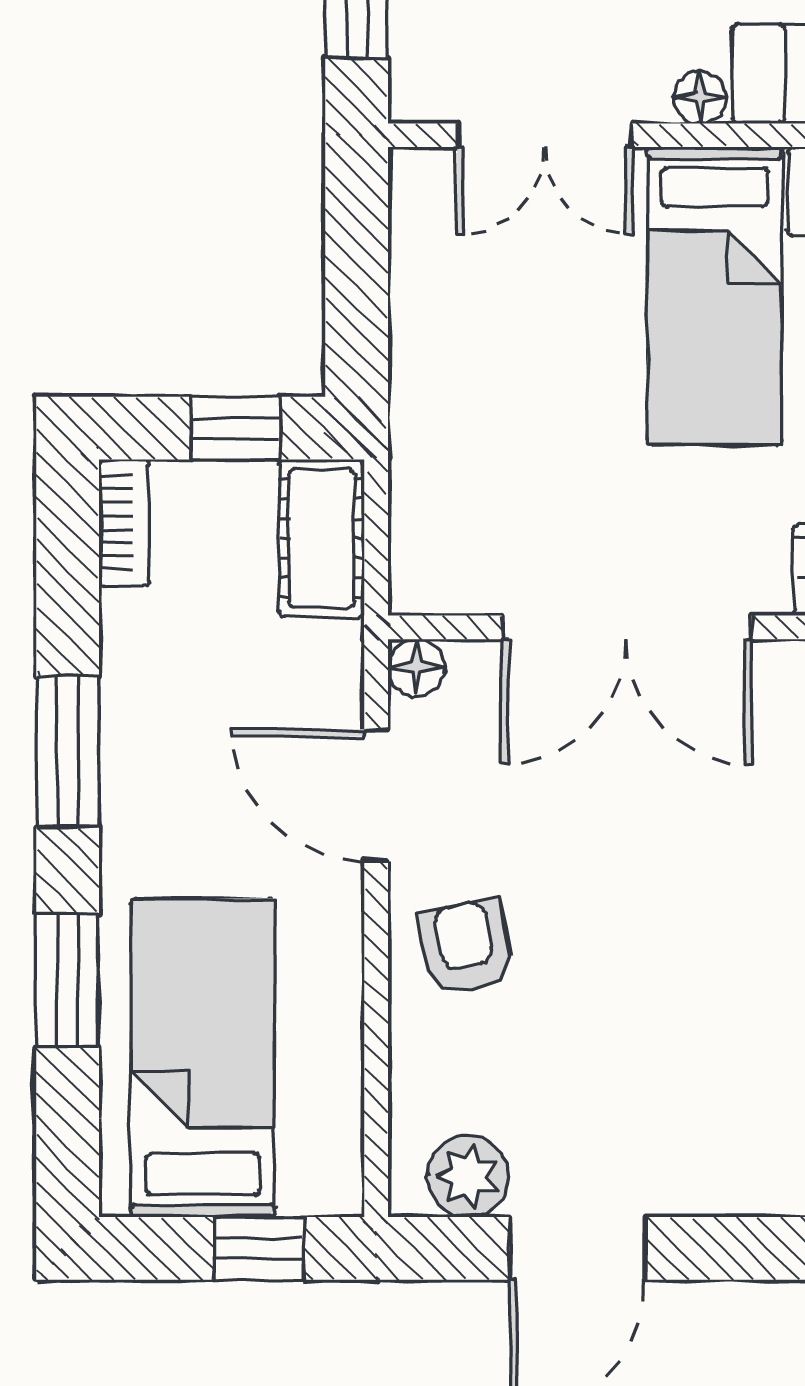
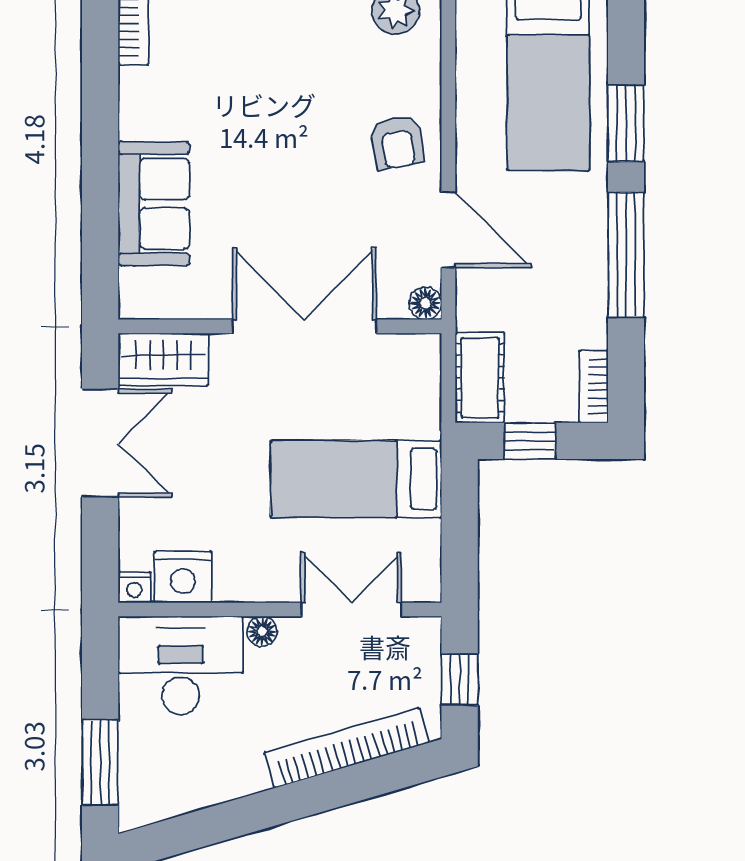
bed: (715, 296) -> (356, 479), moved, turned -90
window: (68, 752) -> (626, 255), width x1.44

